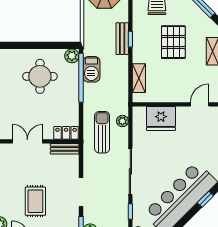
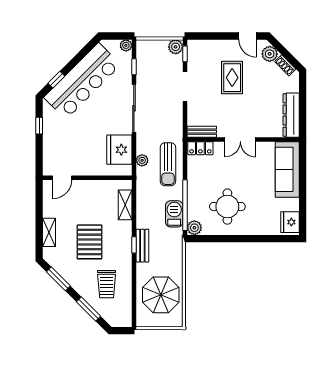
fridge: (161, 118) -> (119, 150), moved, turned -90
sun lounger: (102, 132) -> (168, 164), moved

